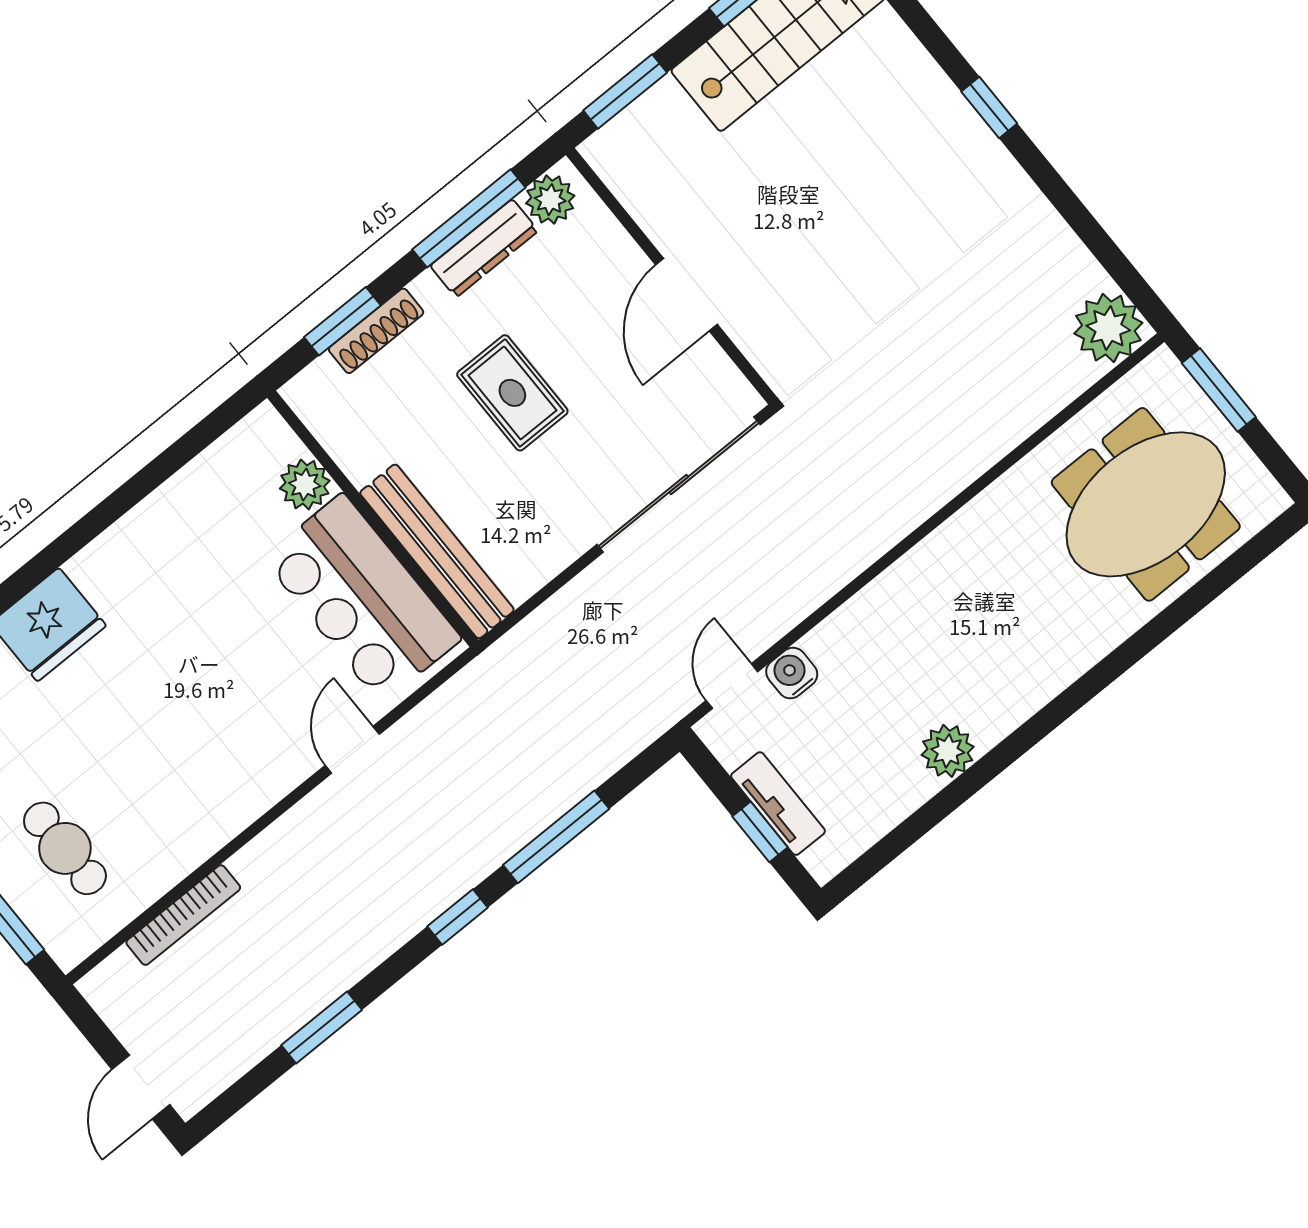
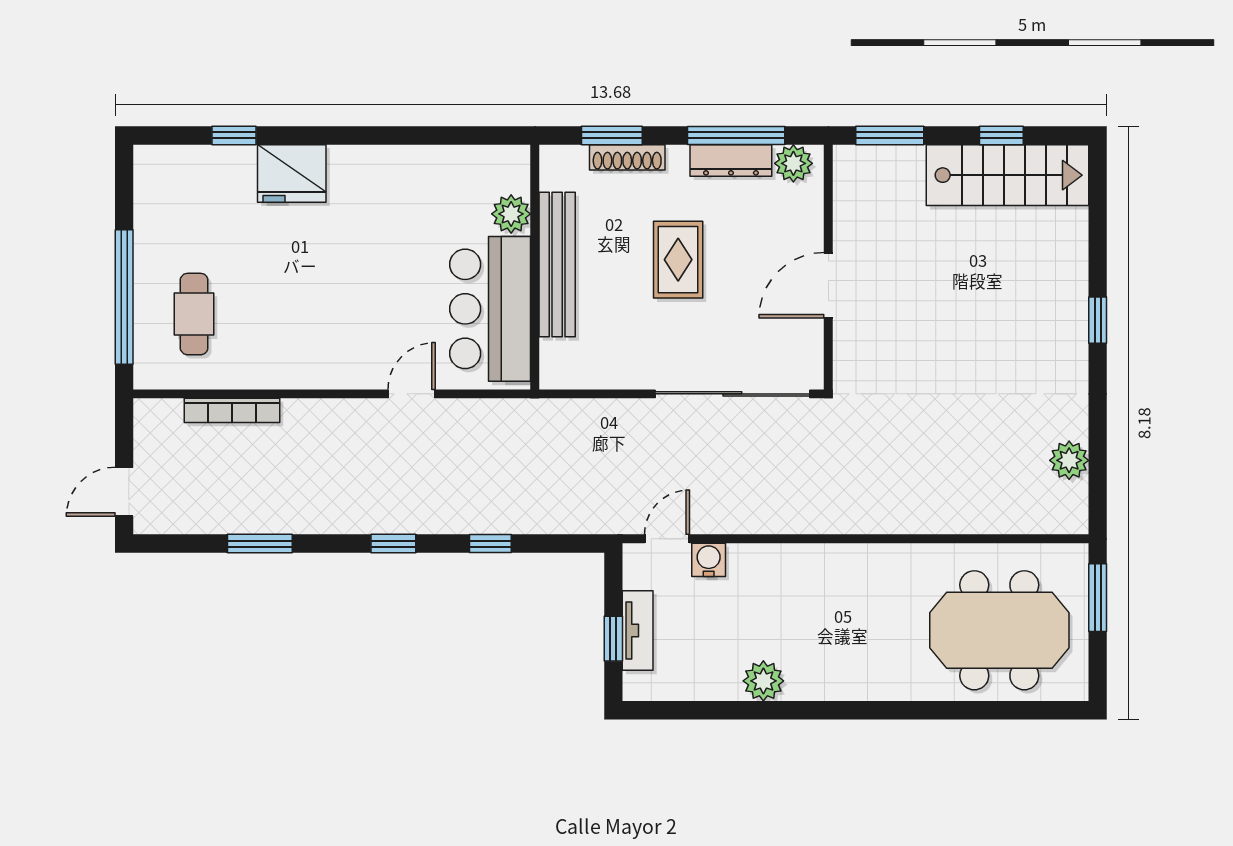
plant: (1108, 328) -> (1069, 460), moved, width x0.73, depth x0.73
bench: (437, 551) -> (557, 265), moved
window: (556, 837) -> (490, 544), width x0.46

